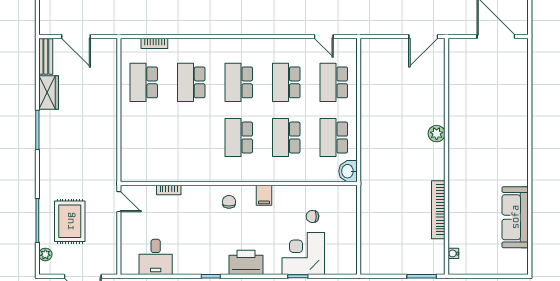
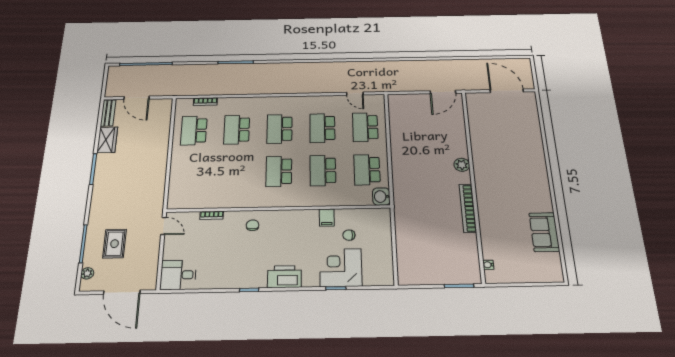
filing cabinet: (264, 195) -> (327, 218), moved
chair: (229, 202) -> (253, 225), moved
bookcase: (438, 210) -> (468, 208), moved
sofa: (515, 217) -> (544, 232), width x0.73
rug: (70, 221) -> (115, 244), width x0.73, depth x0.70
desk: (156, 257) -> (178, 275), moved, turned 90

